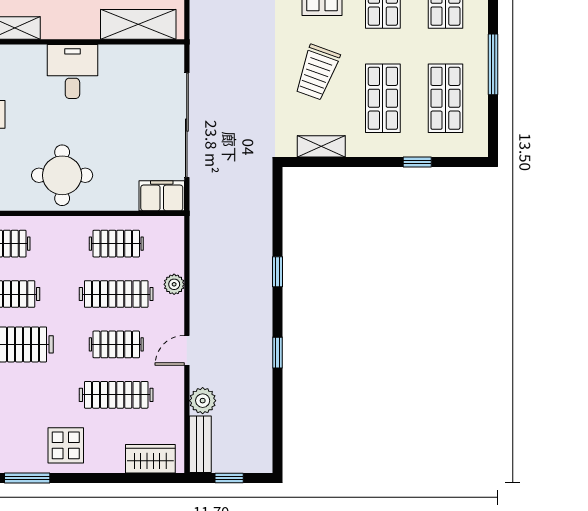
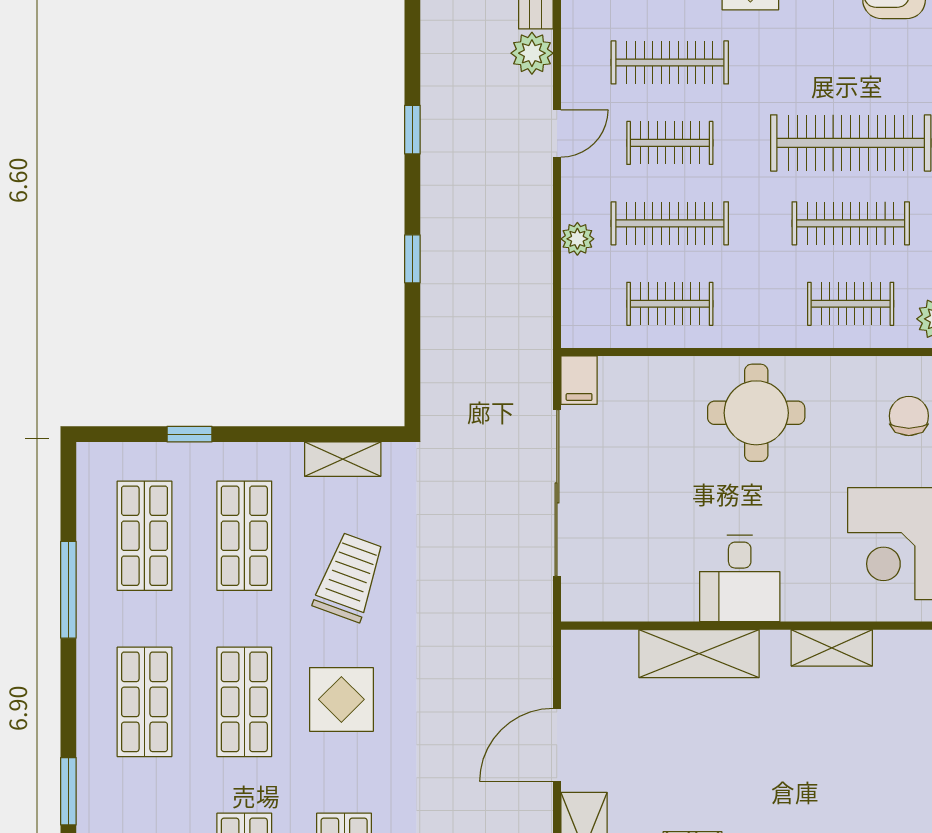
shelving: (138, 24) -> (699, 654), moved
filing cabinet: (162, 196) -> (579, 380), width x0.50

